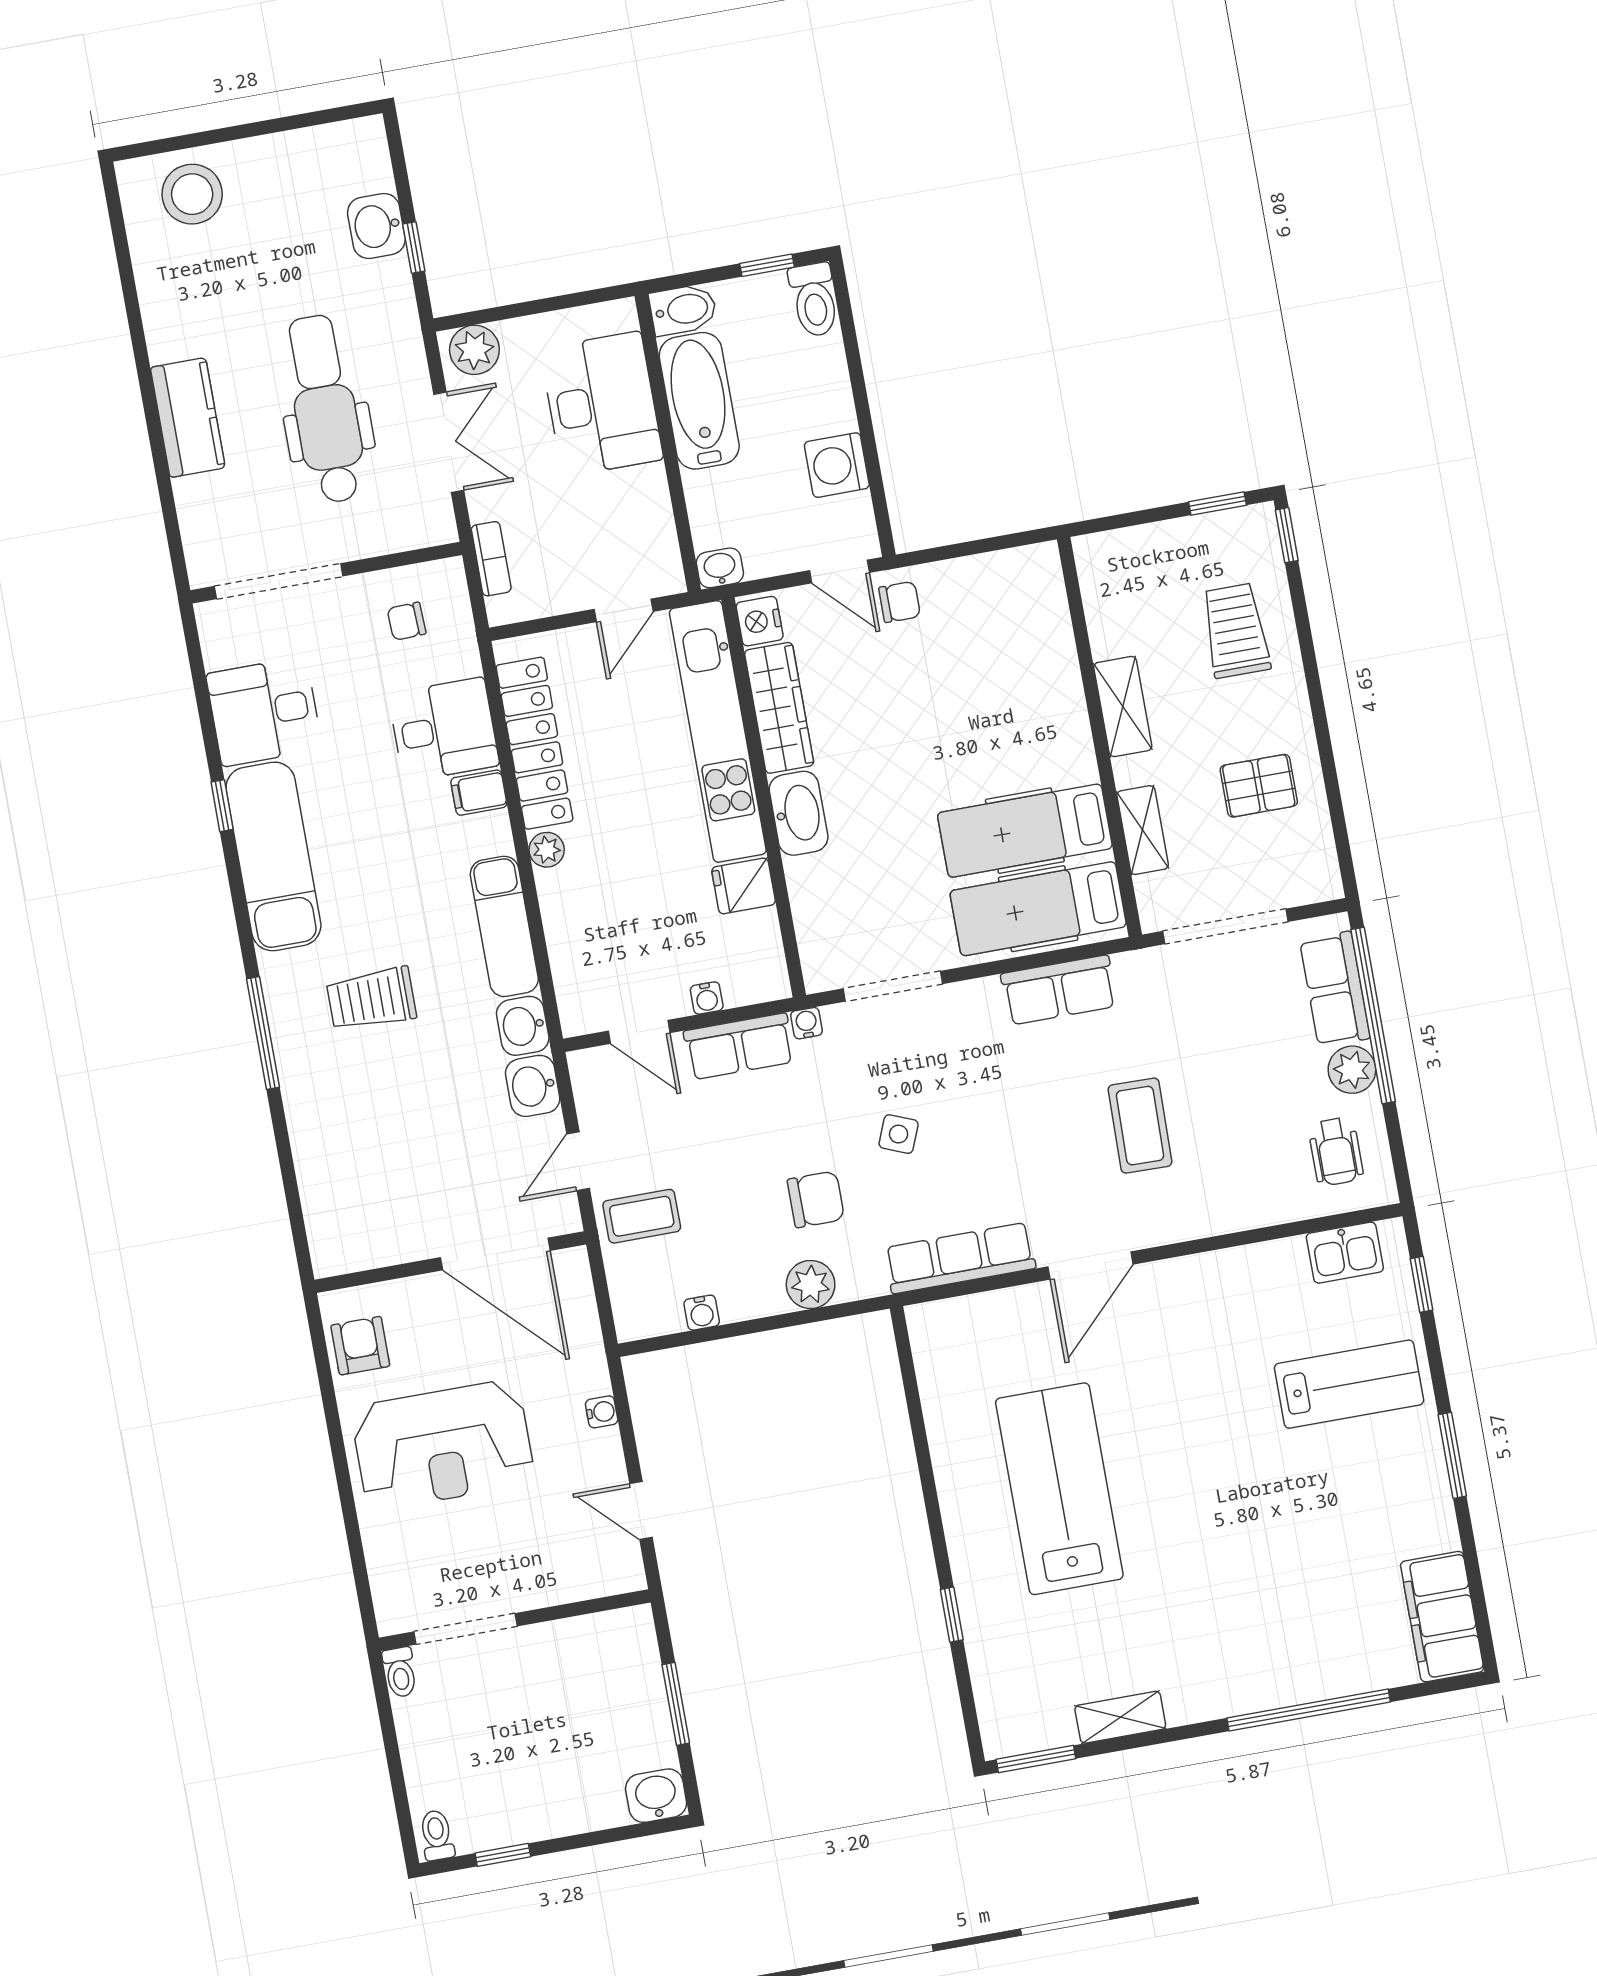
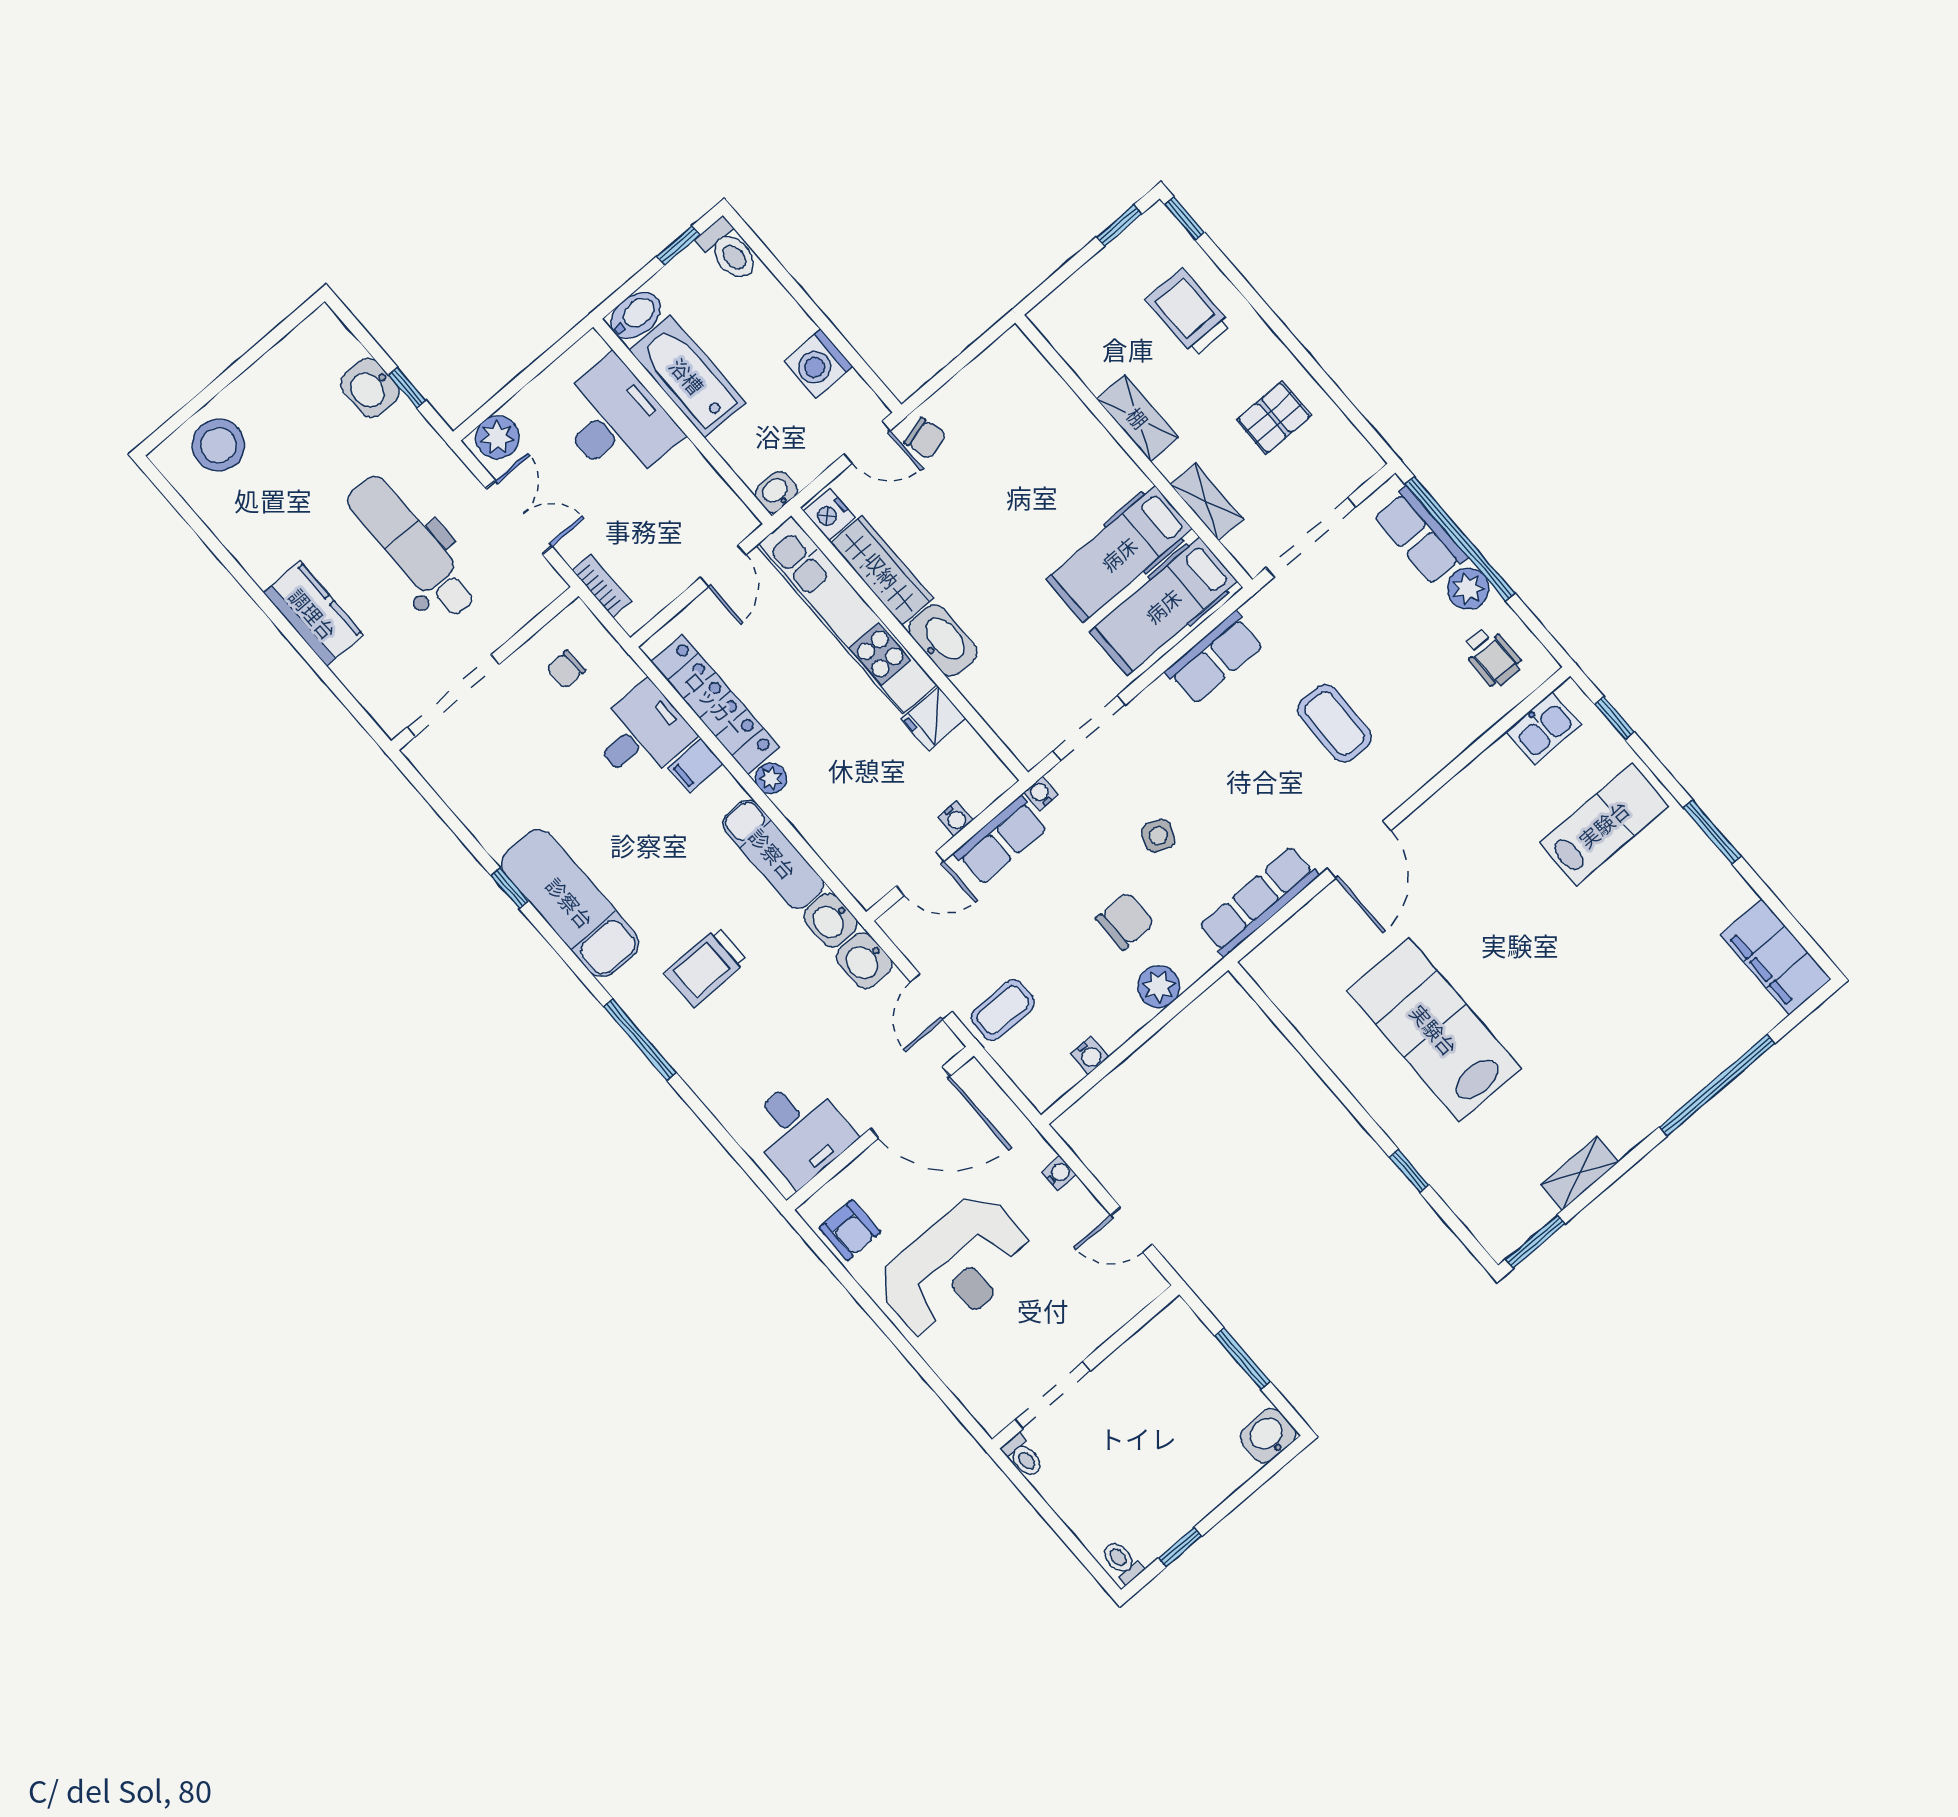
chair: (900, 602) -> (925, 438), turned 75
desk: (264, 712) -> (800, 1131), moved, turned -90
armchair: (360, 1346) -> (850, 1230), turned 180

